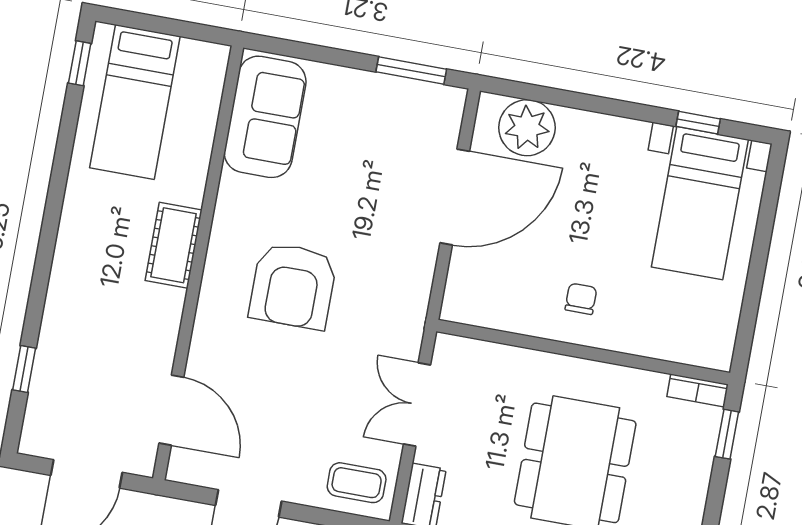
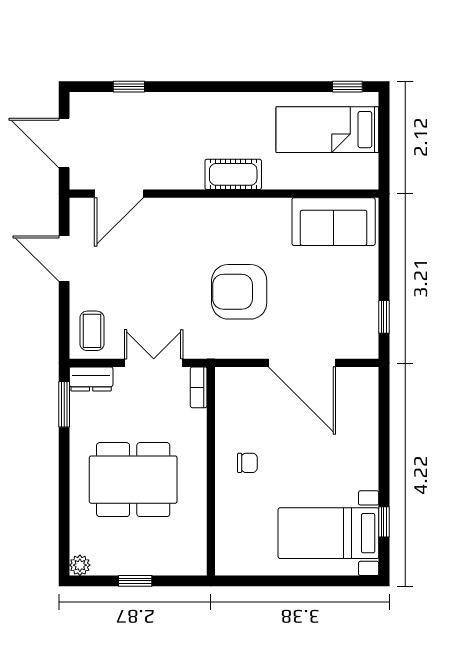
window: (411, 70) -> (384, 317), width x0.67
plant: (527, 128) -> (359, 404), removed
armchair: (293, 286) -> (239, 292), moved
bookcase: (698, 390) -> (199, 387), moved
window: (727, 434) -> (135, 581), moved

